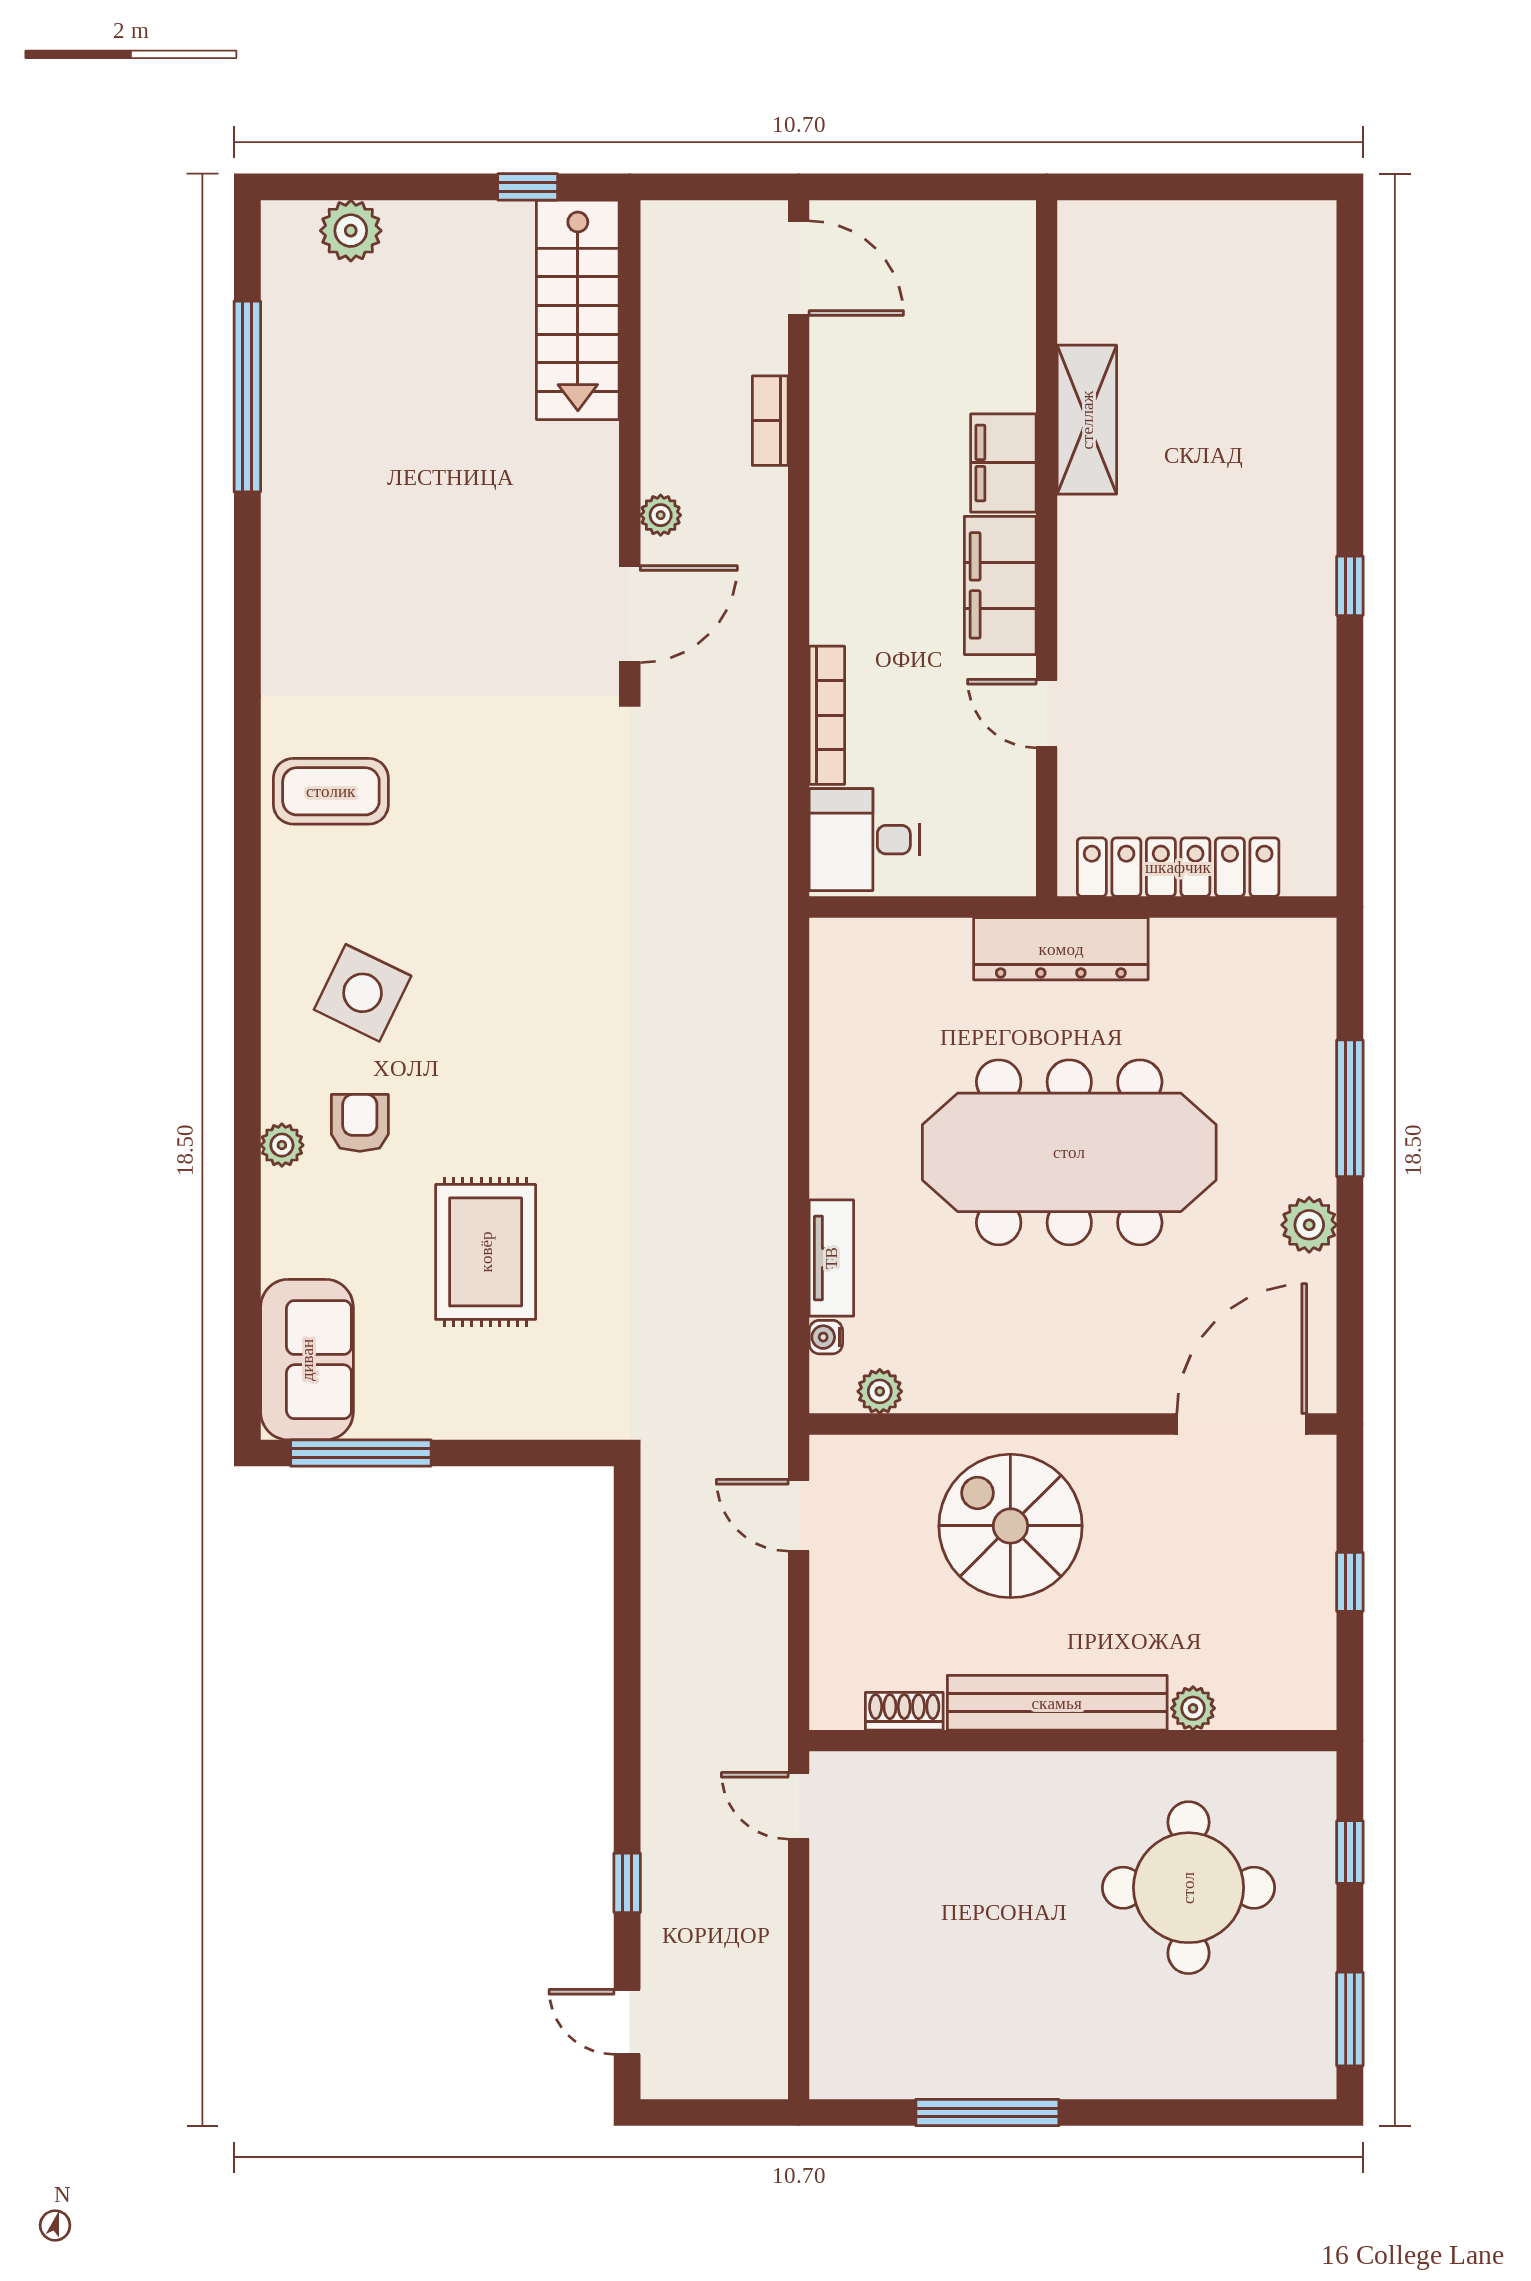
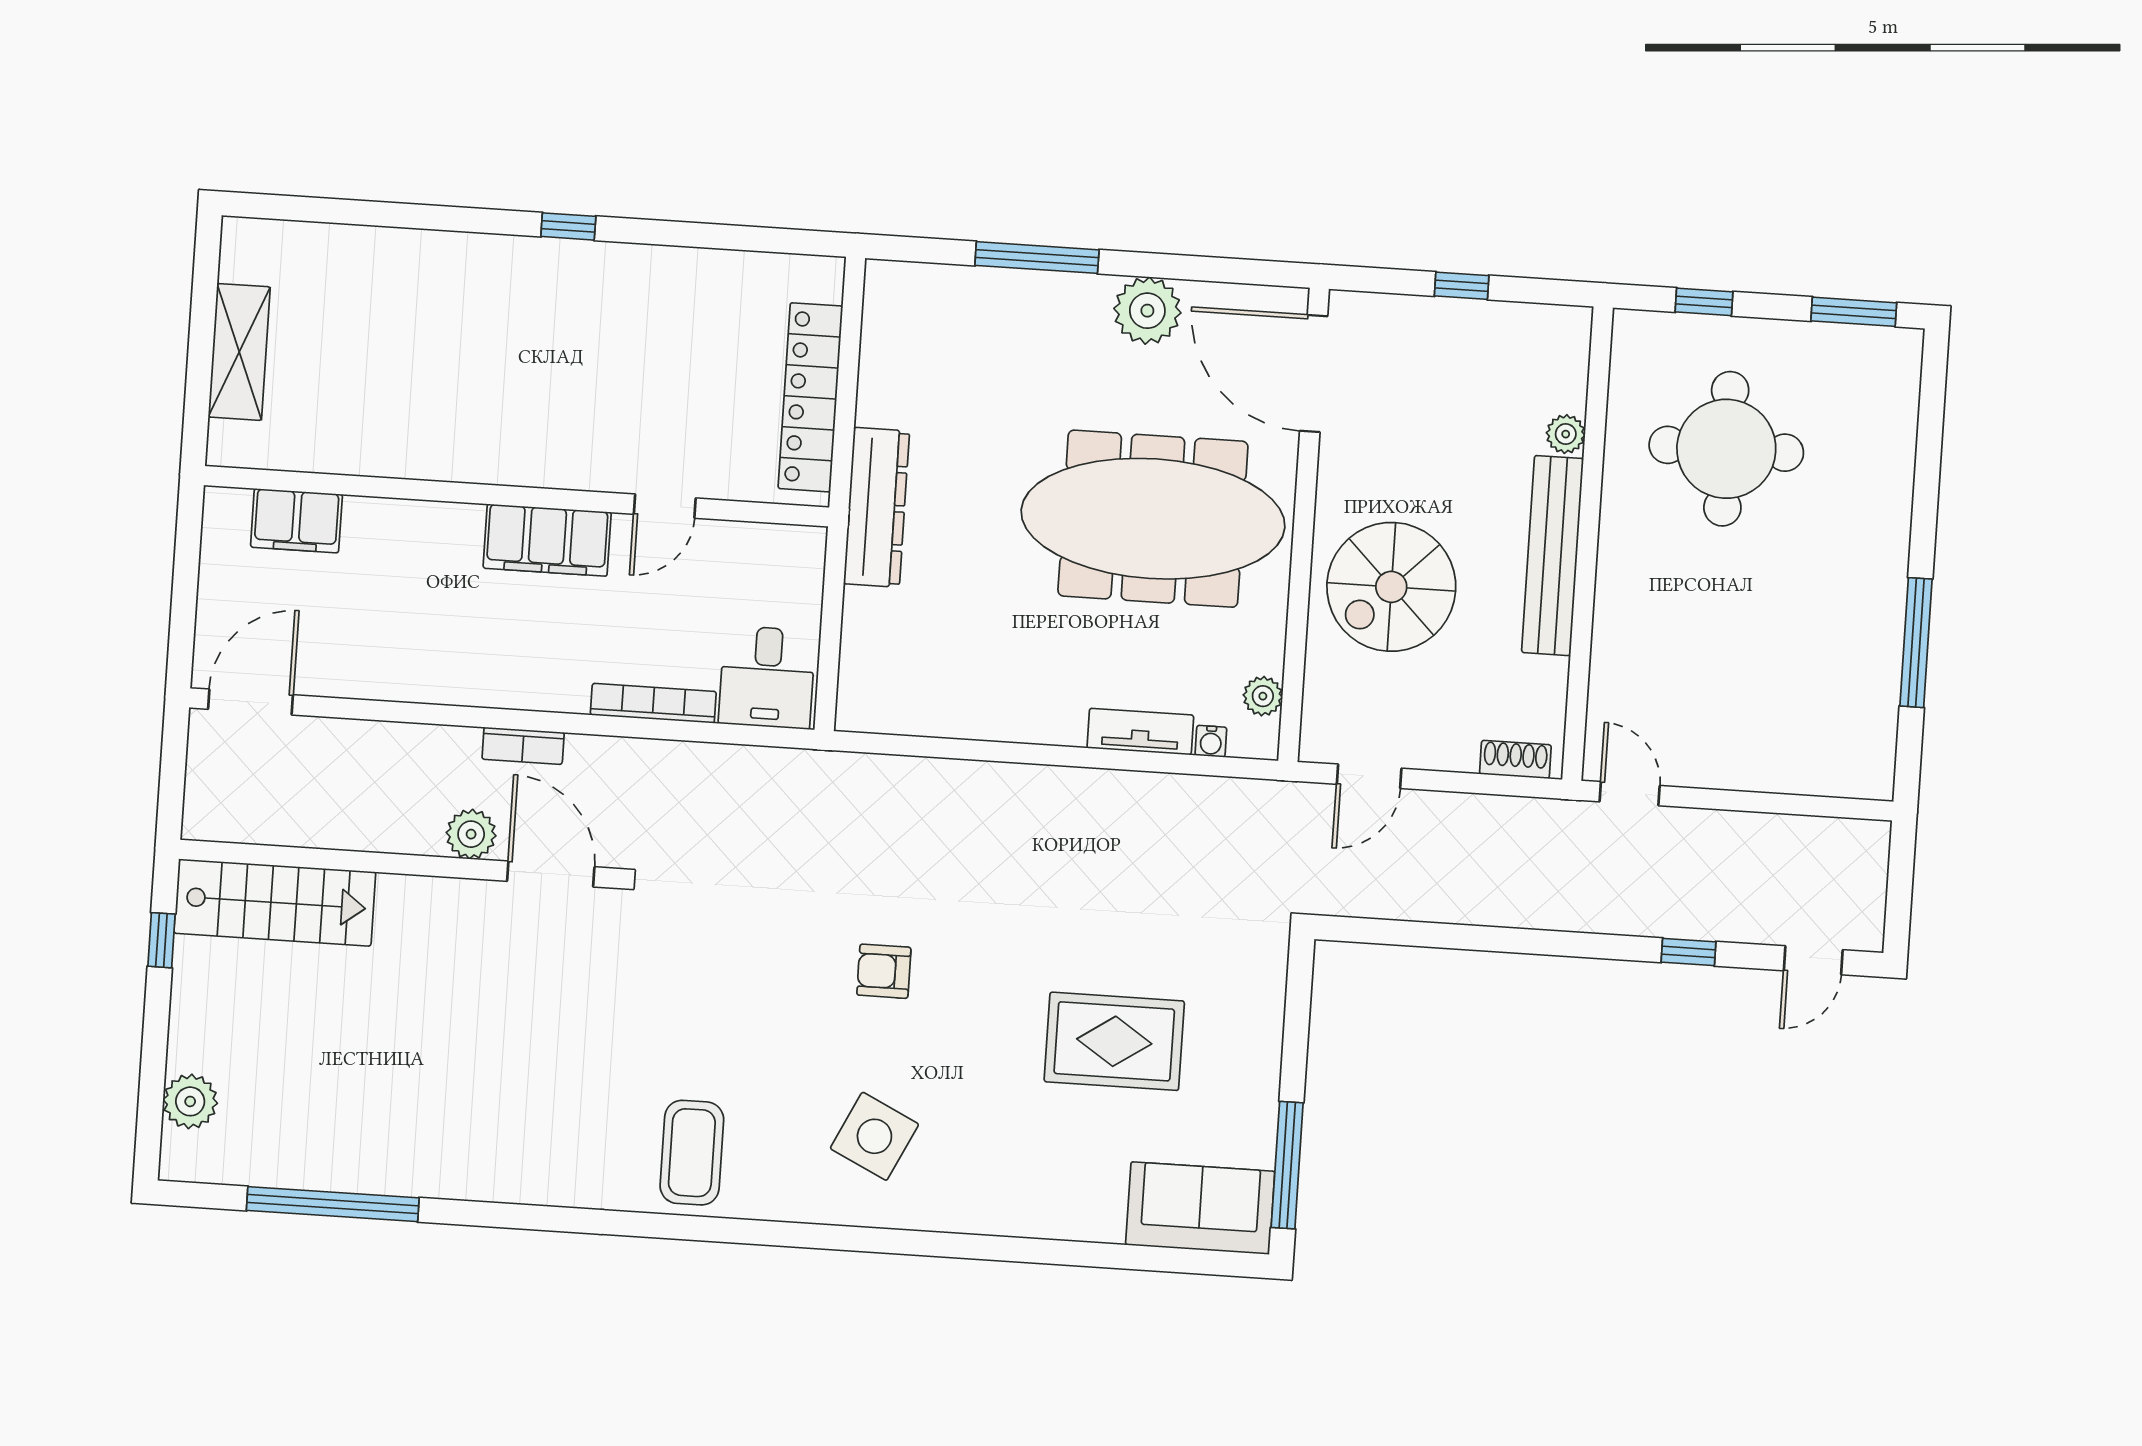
shelving: (1087, 420) -> (239, 352), moved, turned 90
bookcase: (770, 421) -> (523, 746), moved
filing cabinet: (1003, 463) -> (296, 521), moved
plant: (661, 515) -> (471, 834), width x1.38, depth x1.38
armchair: (360, 1123) -> (884, 971), moved
plant: (282, 1145) -> (1006, 1218), removed
meeting table: (1069, 1152) -> (1153, 519), moved, turned 90
plant: (1309, 1225) -> (1147, 311), width x1.36, depth x1.36
shoe rack: (904, 1711) -> (1515, 759), moved, turned 90
door: (799, 1806) -> (1630, 794), swing flipped

